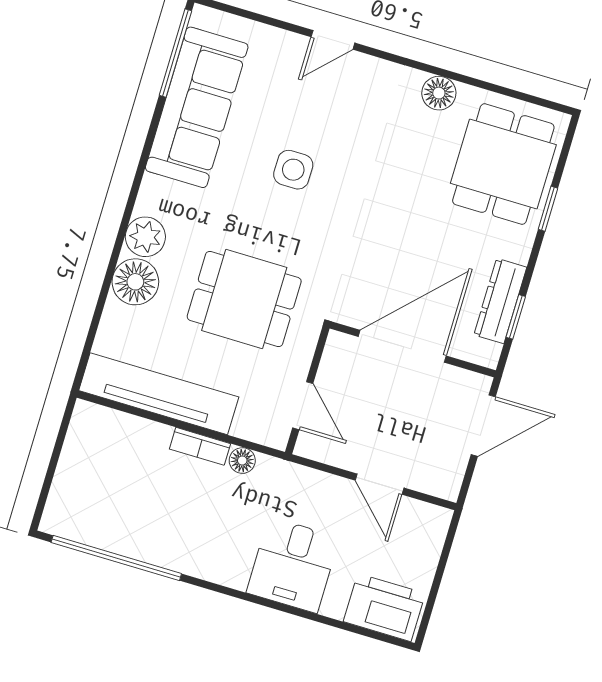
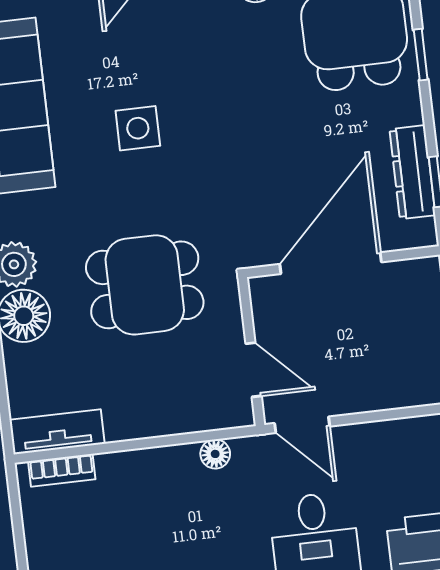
tv unit: (159, 394) -> (57, 432), width x0.52, depth x0.78
bookcase: (200, 446) -> (62, 470), moved
door: (380, 484) -> (302, 425), moved

